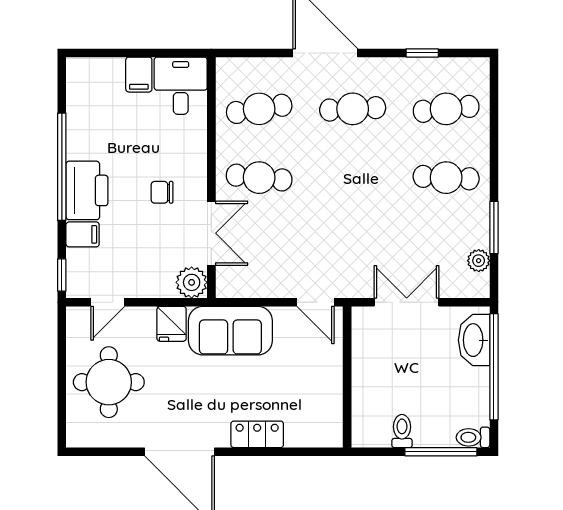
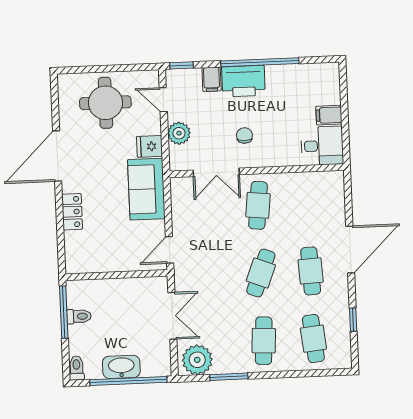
cafe table: (259, 109) -> (261, 273), moved, turned 30
plant: (479, 261) -> (197, 360), width x1.87, depth x1.87
plant: (192, 282) -> (179, 133), moved
washbasin: (474, 340) -> (121, 367), moved
window: (441, 452) -> (64, 312), moved

